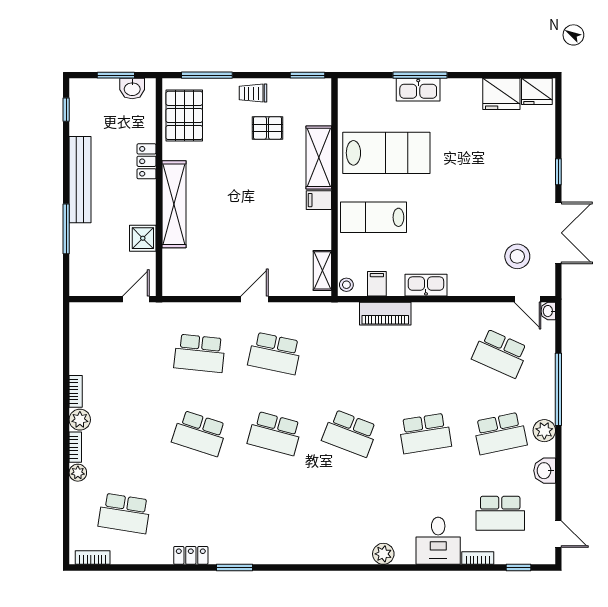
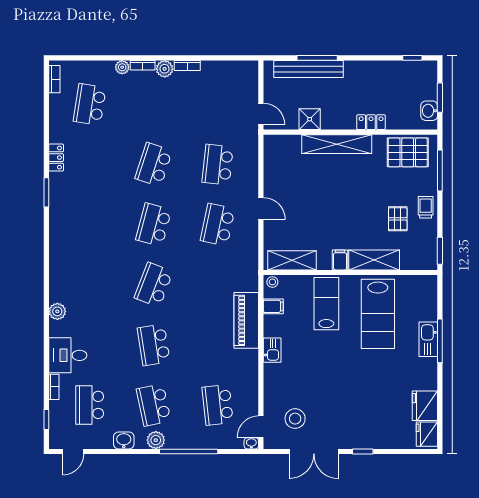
bench: (80, 180) -> (308, 69), moved
shelving: (322, 270) -> (292, 260), width x1.50, depth x1.33
kitchen sink: (426, 285) -> (272, 350), width x0.73
piano: (385, 314) -> (246, 320), width x1.37, depth x1.33
school desk: (500, 353) -> (218, 405), turned -30

